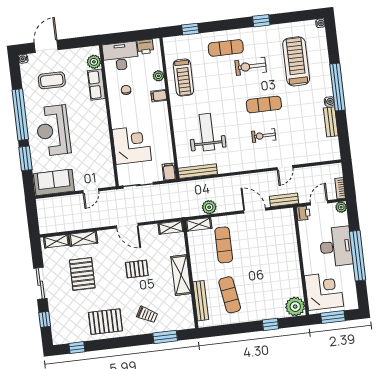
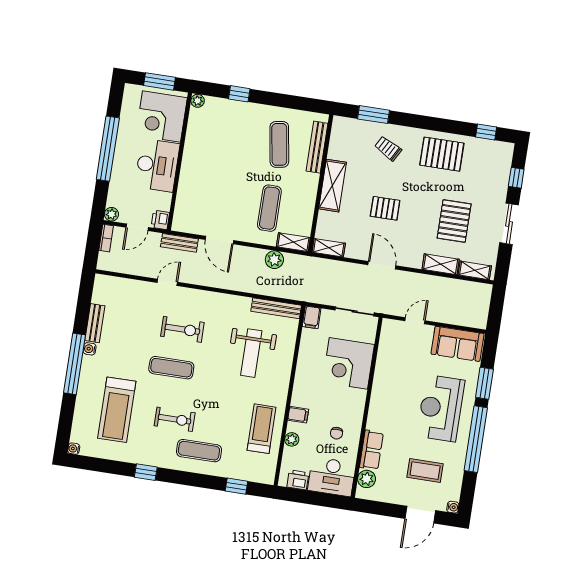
reception desk: (53, 130) -> (441, 408), turned 180
exercise bike: (264, 136) -> (182, 329), width x1.38, depth x1.39
desk: (336, 247) -> (157, 165), moved, turned 180
plant: (295, 307) -> (198, 101), width x0.53, depth x0.53

